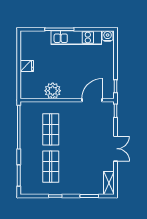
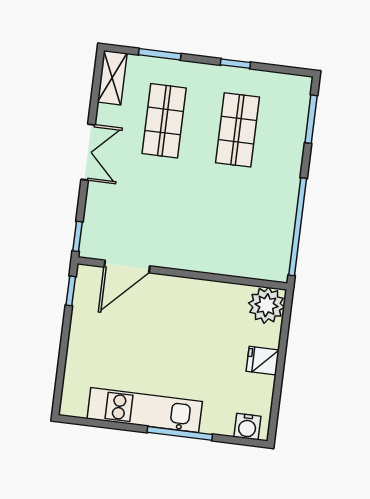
water cooler: (108, 36) -> (247, 427), moved
plant: (53, 91) -> (266, 305), moved
shop shelf: (51, 129) -> (164, 121), moved
double door: (116, 149) -> (88, 152), swing flipped

